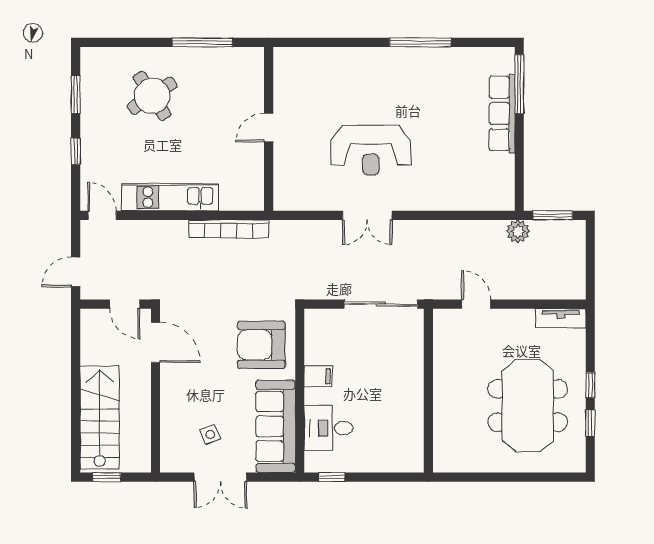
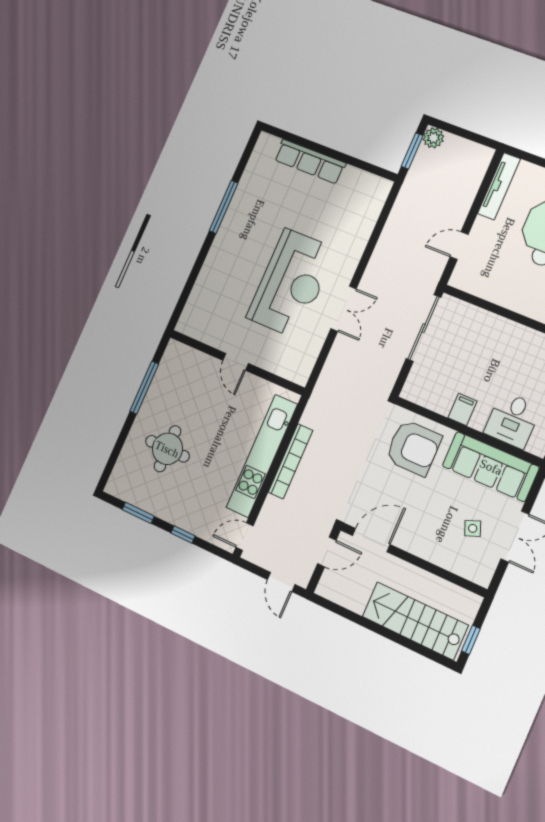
window: (519, 84) -> (292, 138), removed
round table: (152, 96) -> (167, 449), turned 33
reception desk: (371, 150) -> (291, 283), width x1.36, depth x1.30
kitchen unit: (170, 197) -> (262, 456), width x1.36
bookcase: (229, 229) -> (291, 461), moved
plant: (518, 231) -> (433, 138), moved
tv unit: (561, 318) -> (499, 186), width x1.41
armchair: (261, 345) -> (413, 448), turned -90

